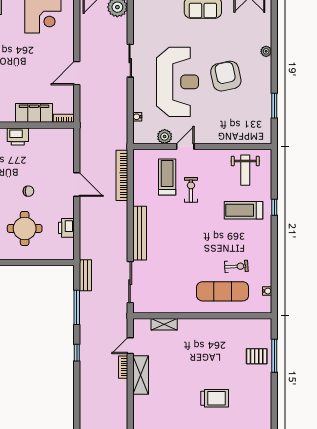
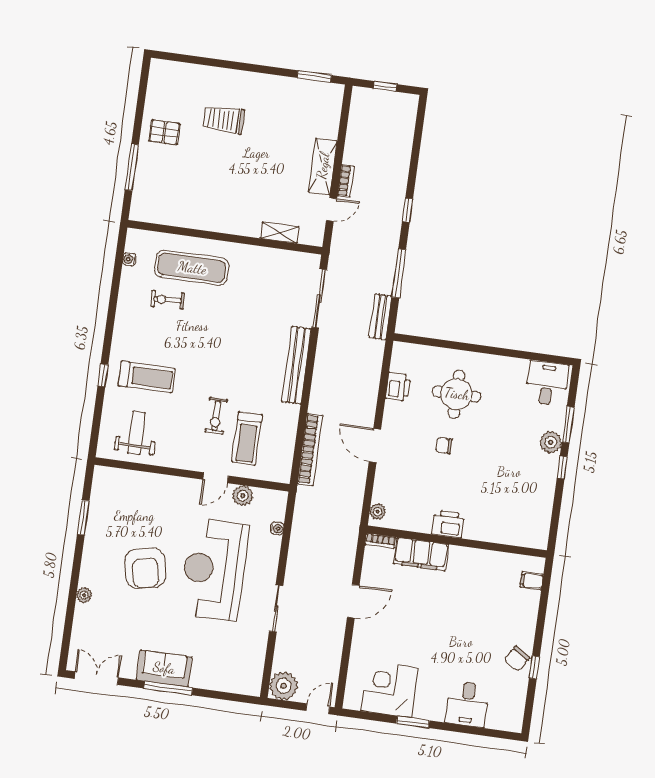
plant: (68, 138) -> (378, 512), added
pallet: (257, 356) -> (164, 132), moved

